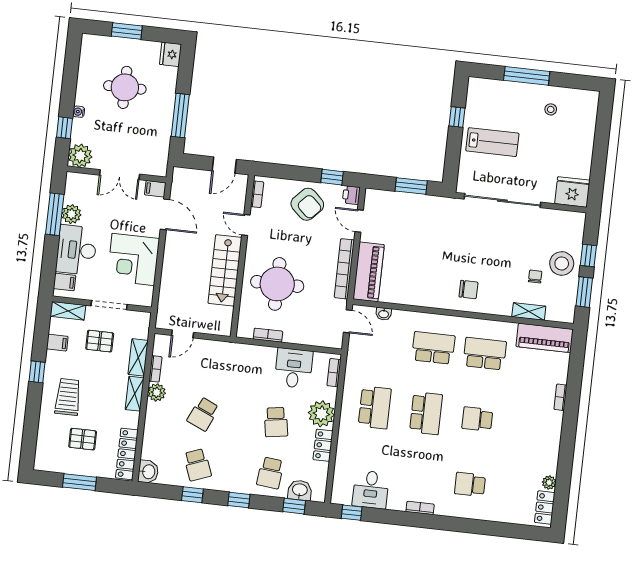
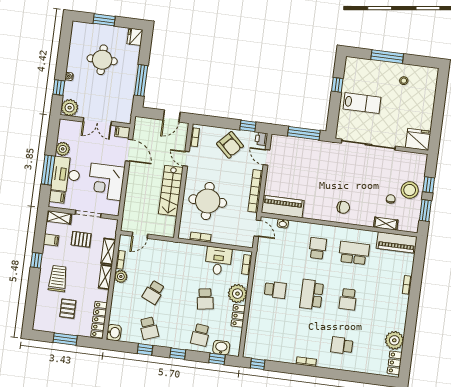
window: (411, 186) -> (304, 133), width x1.44
window: (55, 214) -> (48, 170), moved
piano: (369, 272) -> (283, 206), moved, turned -90
school desk: (433, 348) -> (318, 248), width x0.54
school desk: (375, 408) -> (275, 290), width x0.54
school desk: (426, 413) -> (312, 295), turned 180
school desk: (477, 419) -> (348, 299), turned -90
pallet: (83, 439) -> (68, 309), turned 90
plant: (549, 483) -> (394, 340), width x1.87, depth x1.87
desk: (371, 490) -> (271, 348), removed

